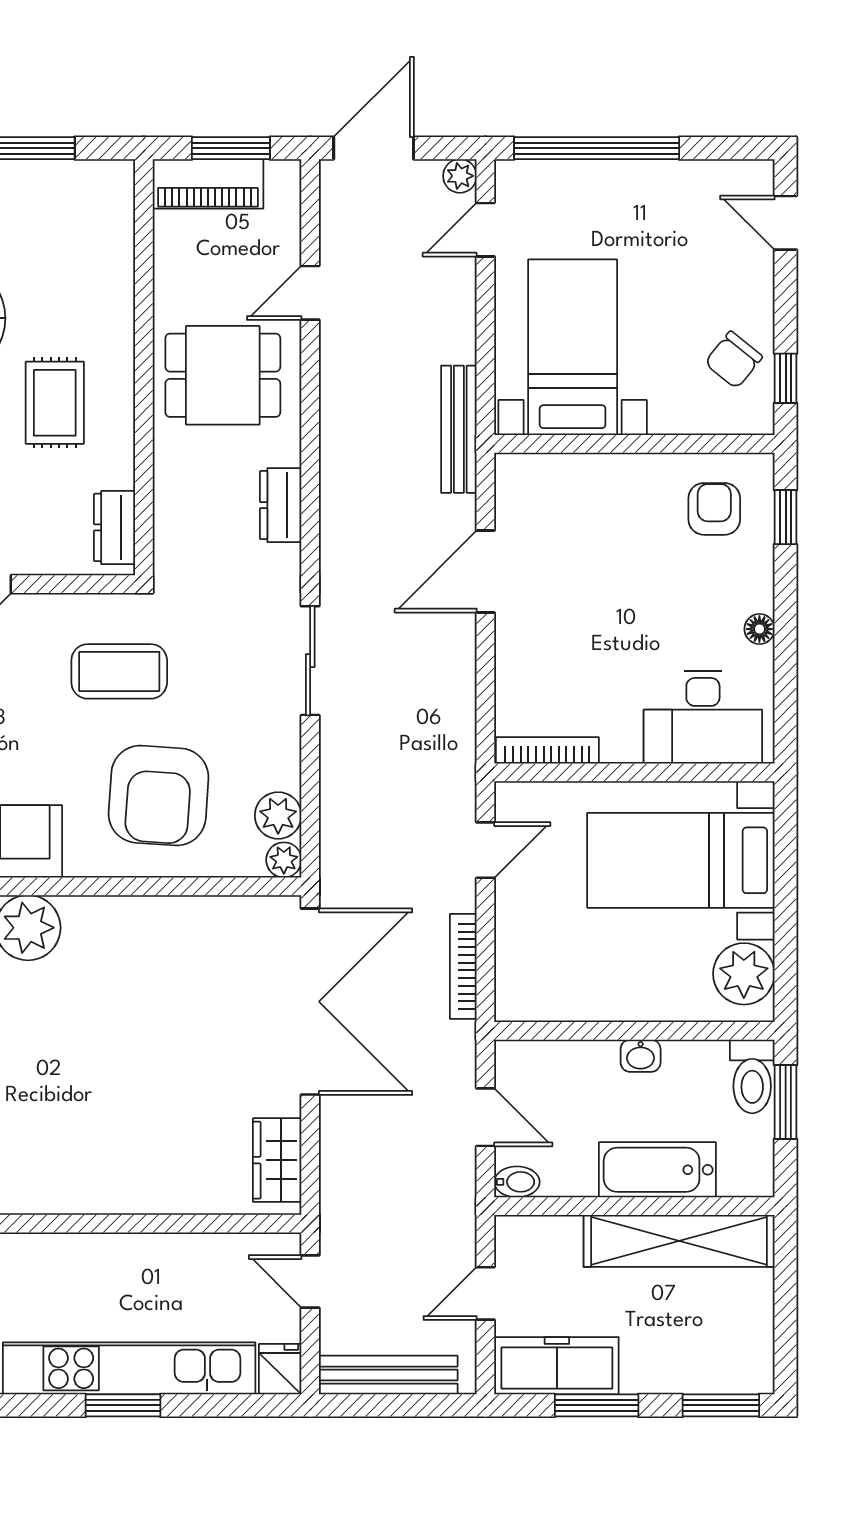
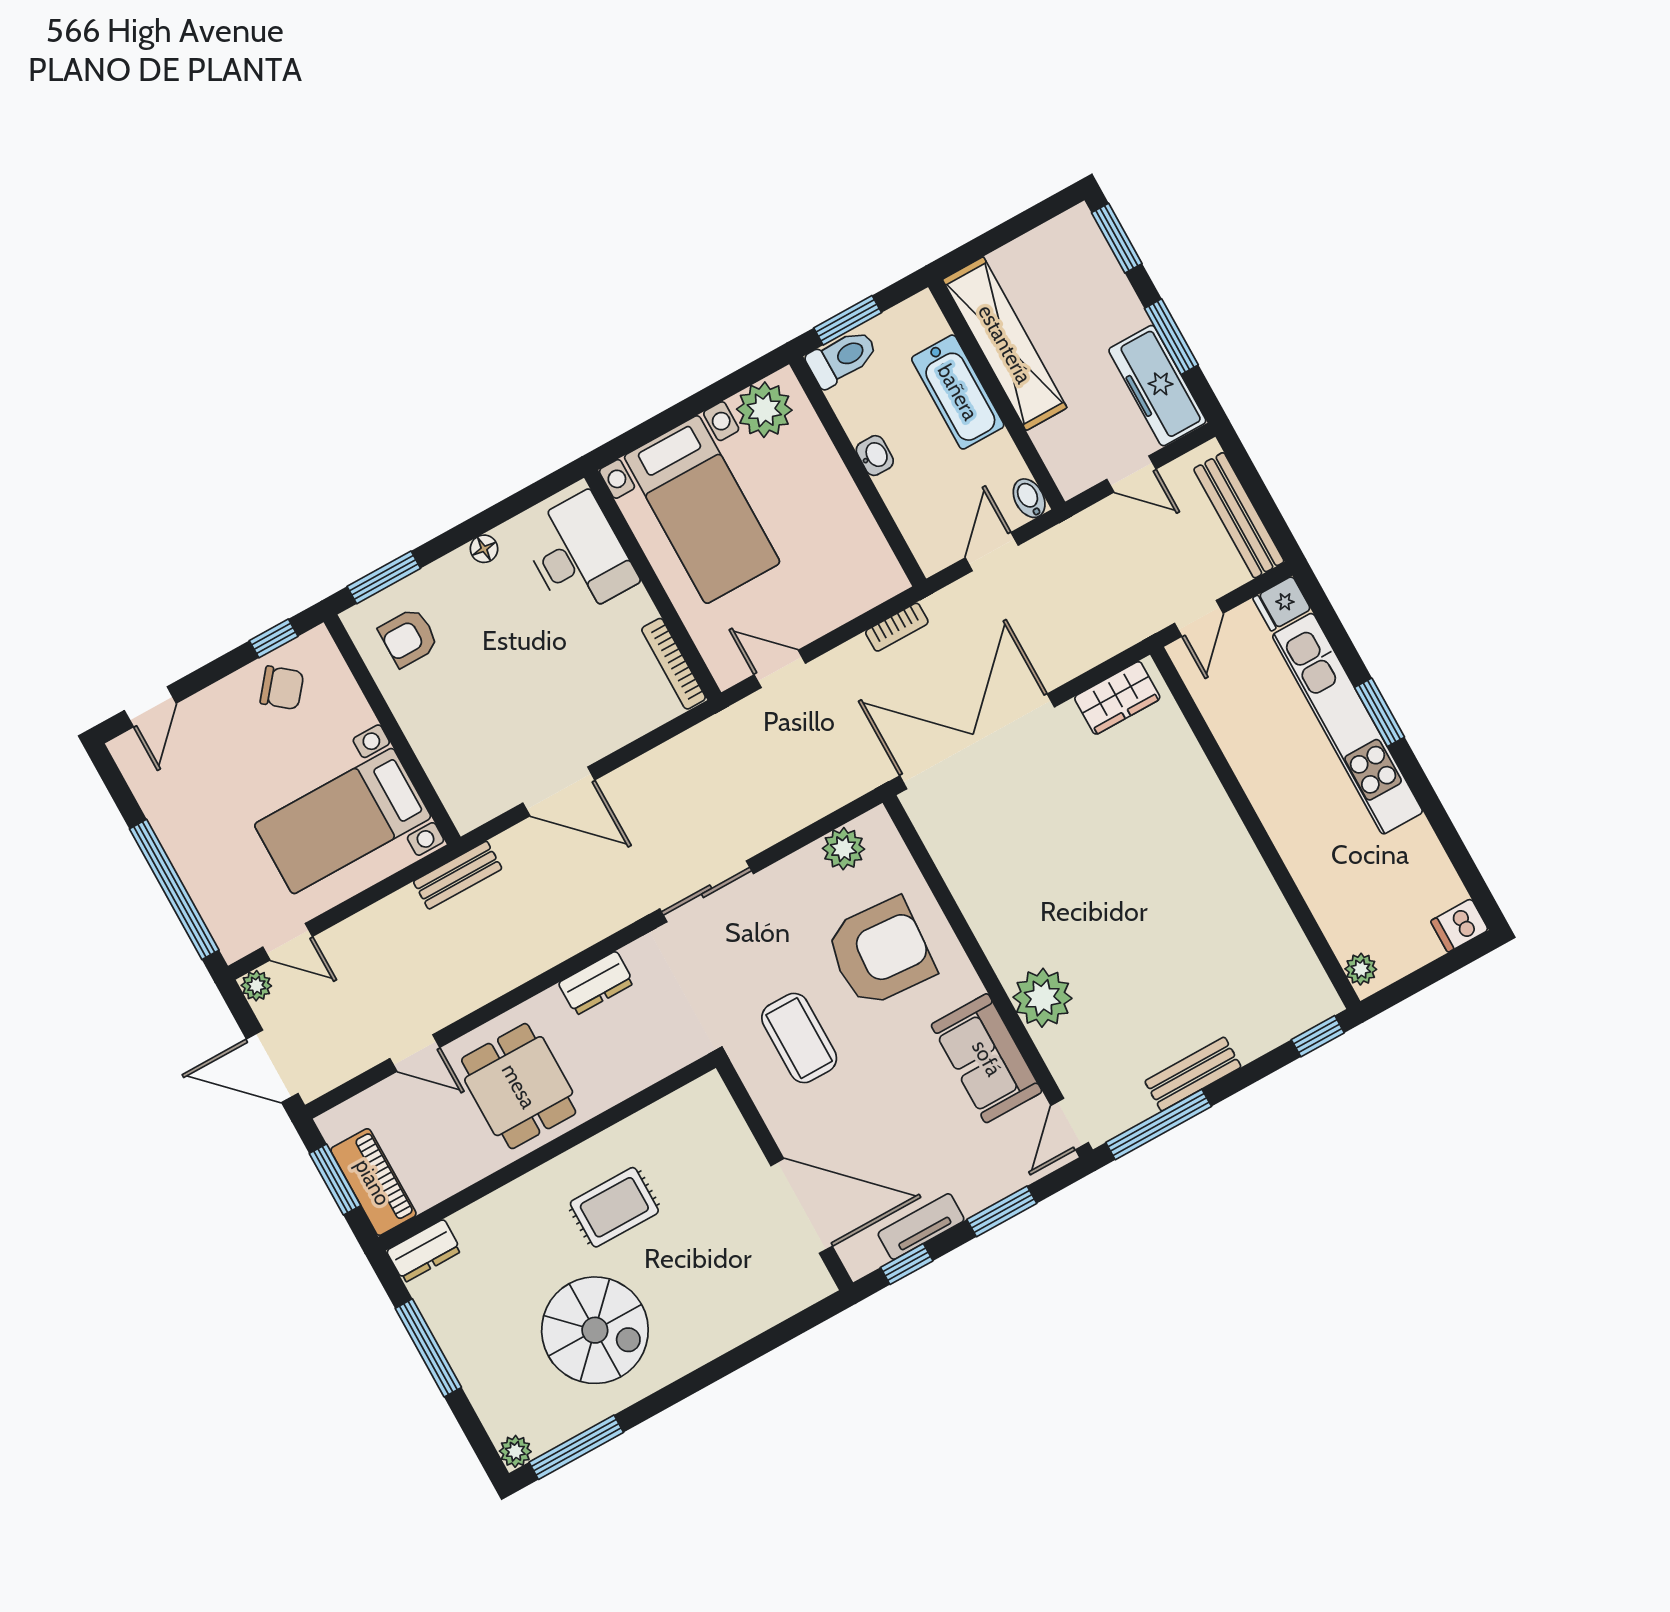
bench: (459, 429) -> (458, 875), width x0.73
window: (786, 517) -> (384, 577), width x1.50
dresser: (114, 527) -> (424, 1251), moved
plant: (284, 860) -> (876, 825), removed
bookcase: (463, 966) -> (897, 627), width x0.64

